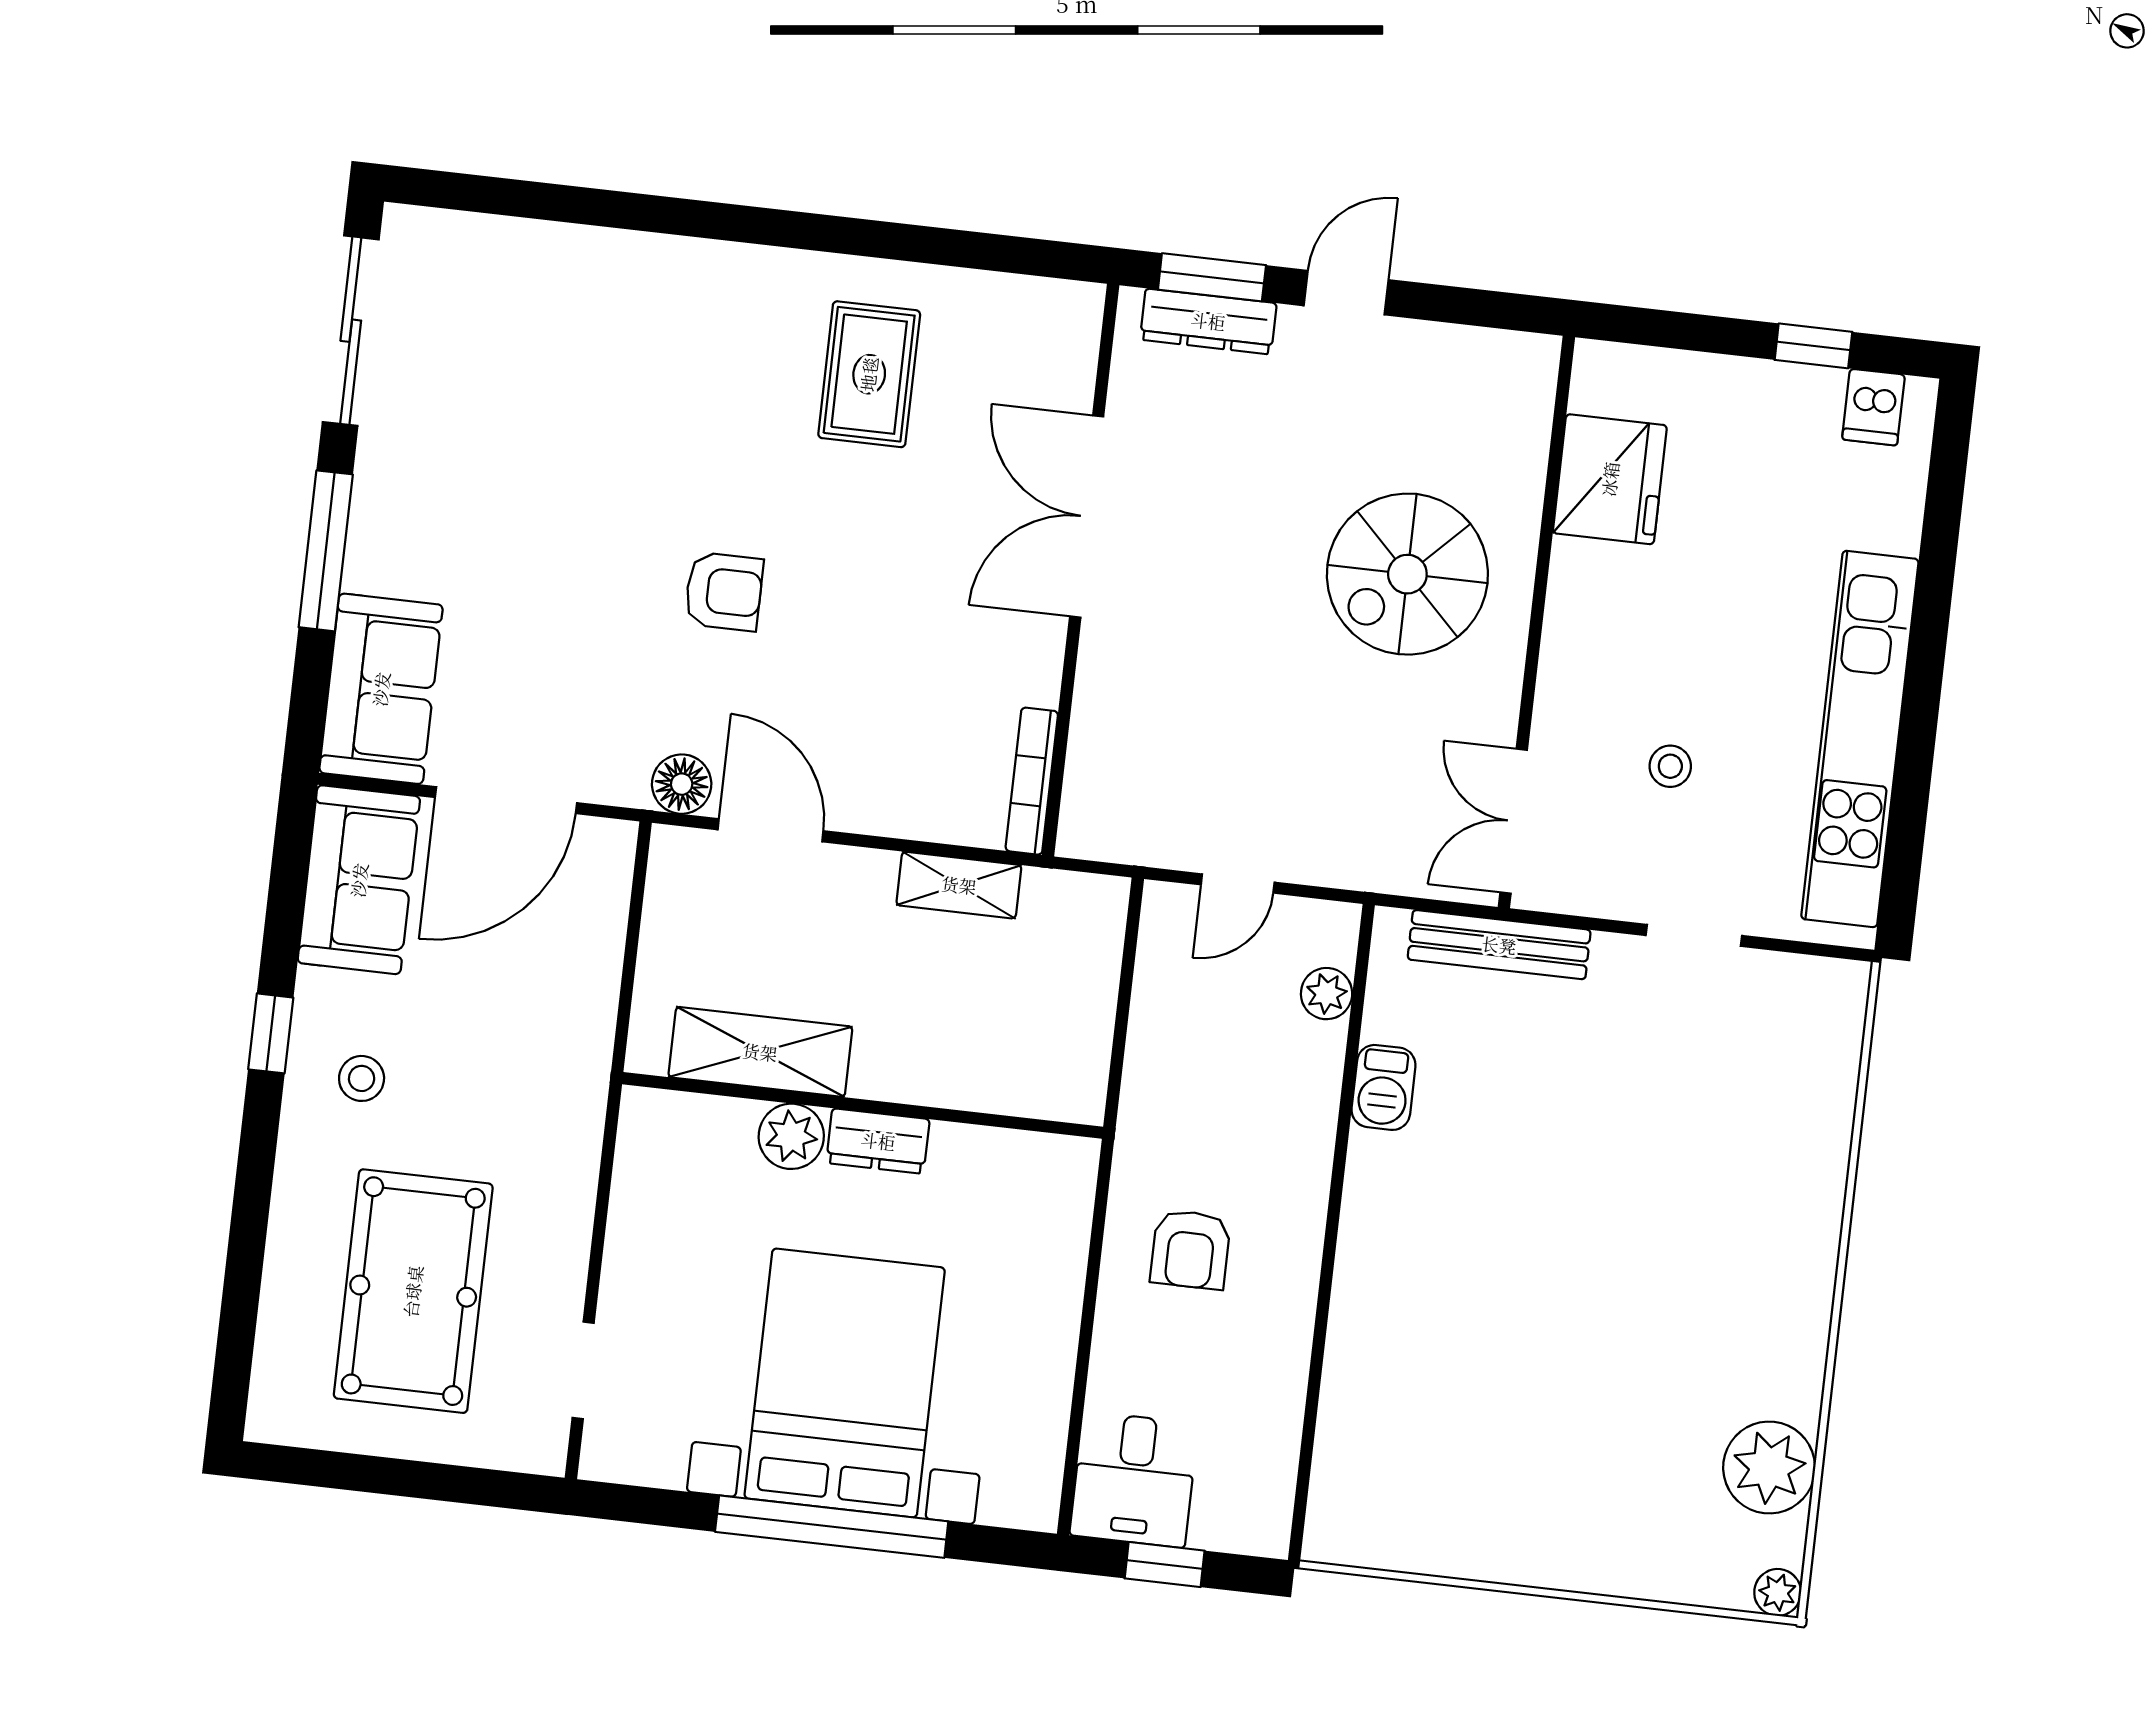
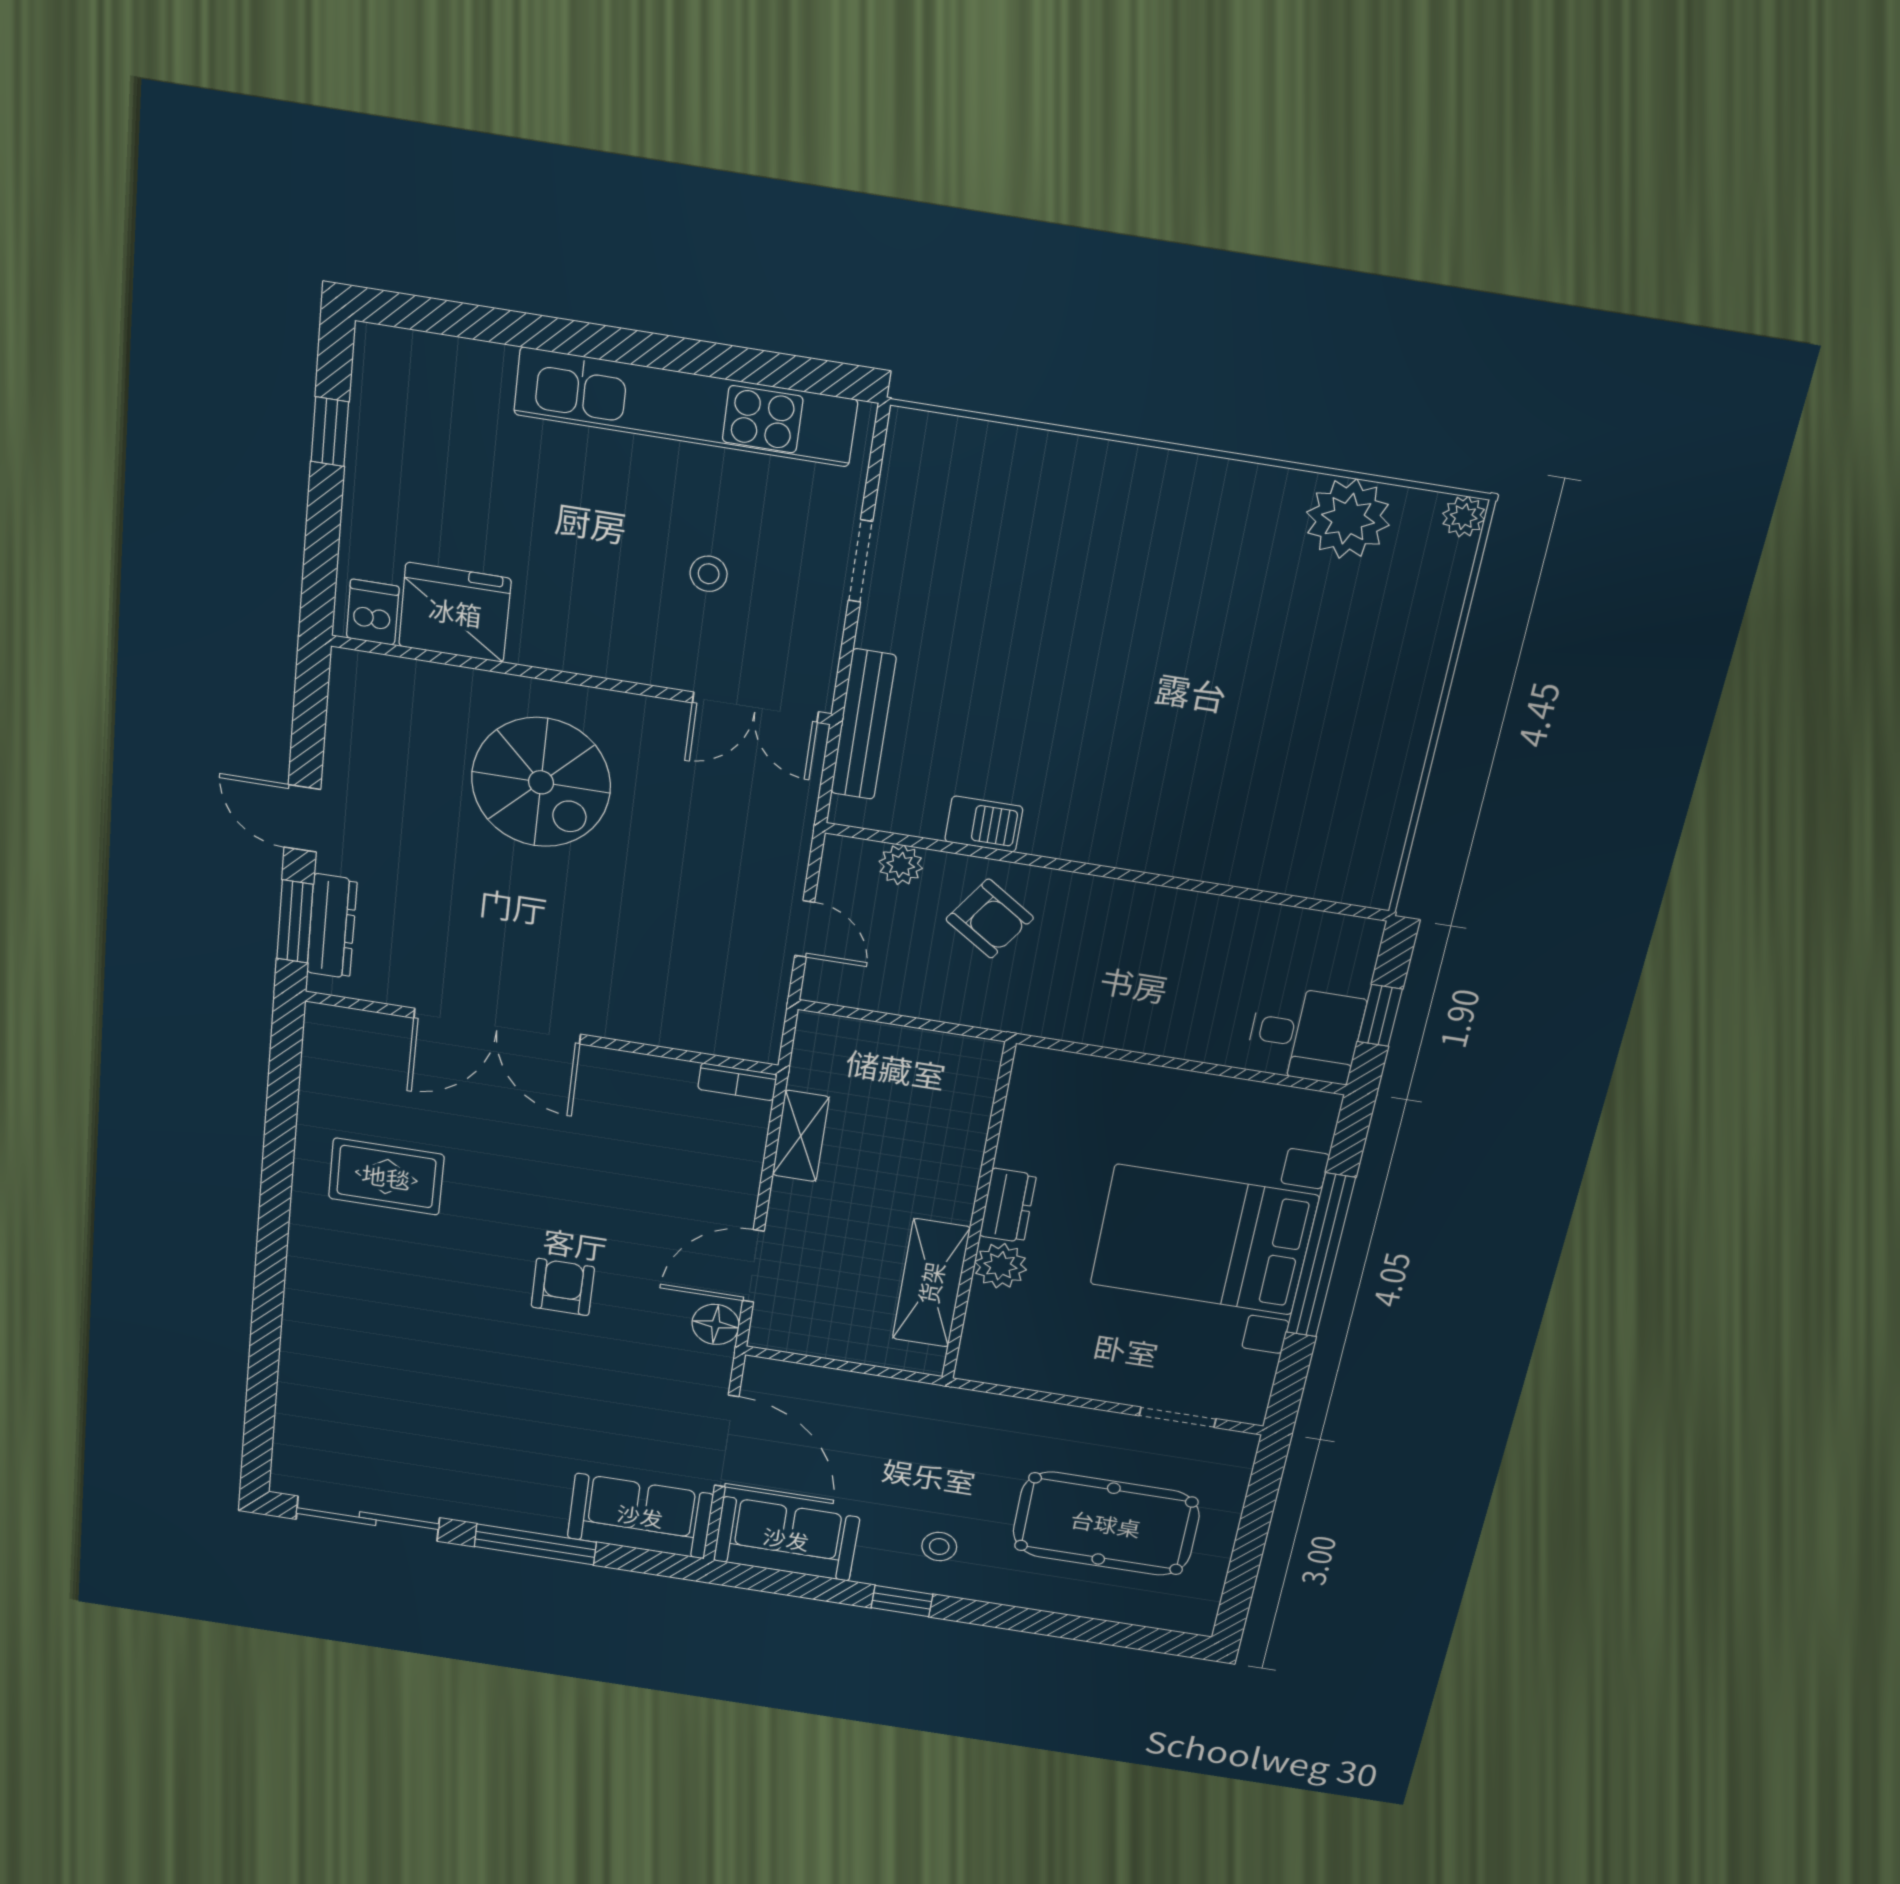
dishwasher: (1873, 407) -> (373, 612), moved, turned -90
bookcase: (1032, 781) -> (737, 1082), width x0.64
armchair: (1190, 1249) -> (990, 919), moved, turned 34

